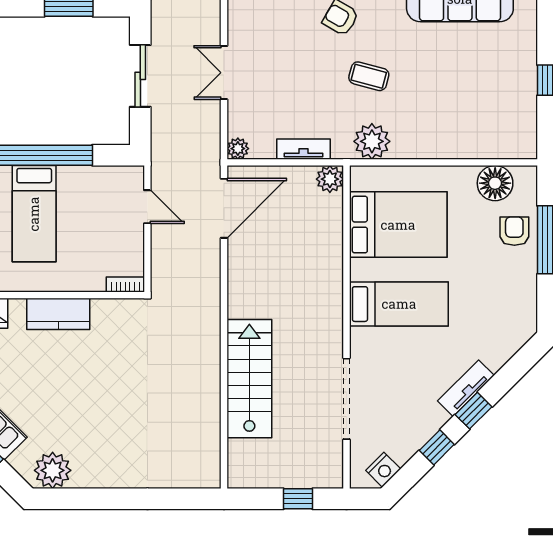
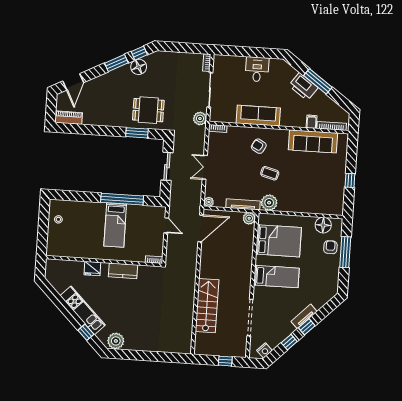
tv unit: (304, 149) -> (243, 204), width x1.41

